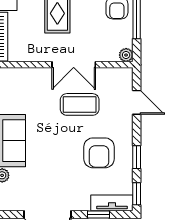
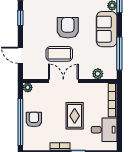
plant: (23, 75) -> (98, 74), added
armchair: (99, 153) -> (68, 28), moved

